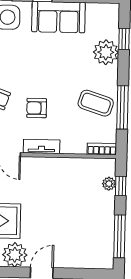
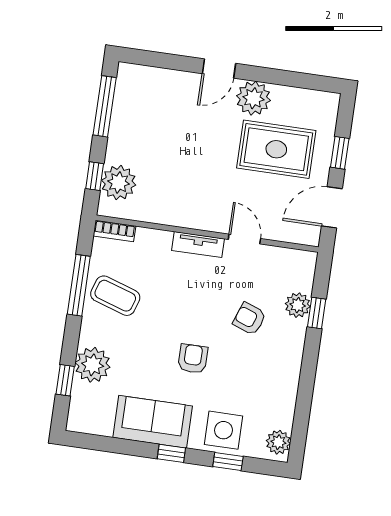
armchair: (37, 108) -> (193, 359), moved, turned -90
plant: (109, 184) -> (119, 183), width x1.88, depth x1.88

